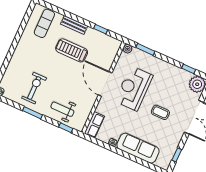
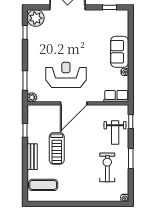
exercise bike: (34, 88) -> (107, 167), turned 90
reception desk: (134, 88) -> (66, 75), turned 180
coffee table: (160, 112) -> (77, 40), removed
sofa: (138, 148) -> (120, 52), width x0.73

